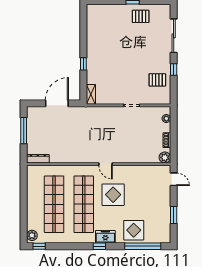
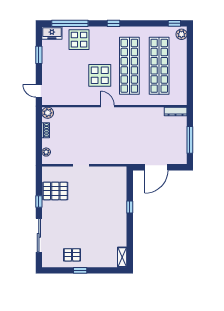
pallet: (157, 80) -> (55, 191), width x1.50, depth x1.42
shelving: (91, 94) -> (122, 257), moved
freezer: (105, 237) -> (52, 33), moved

